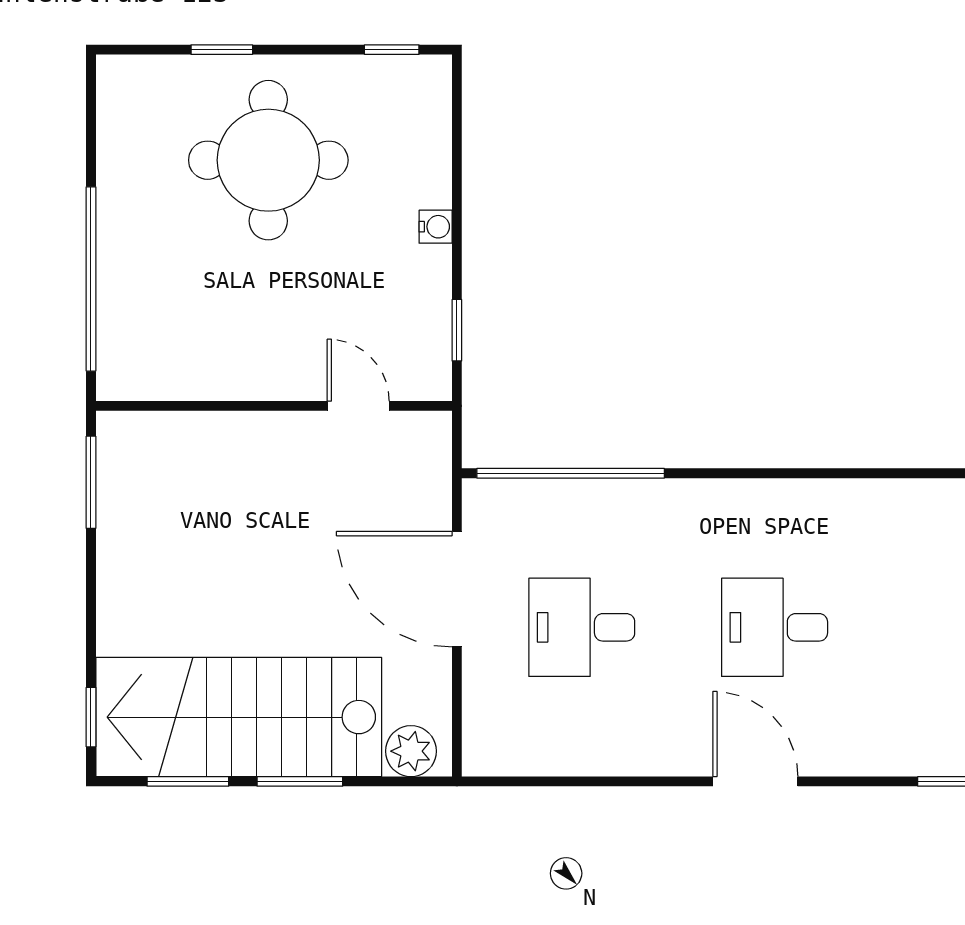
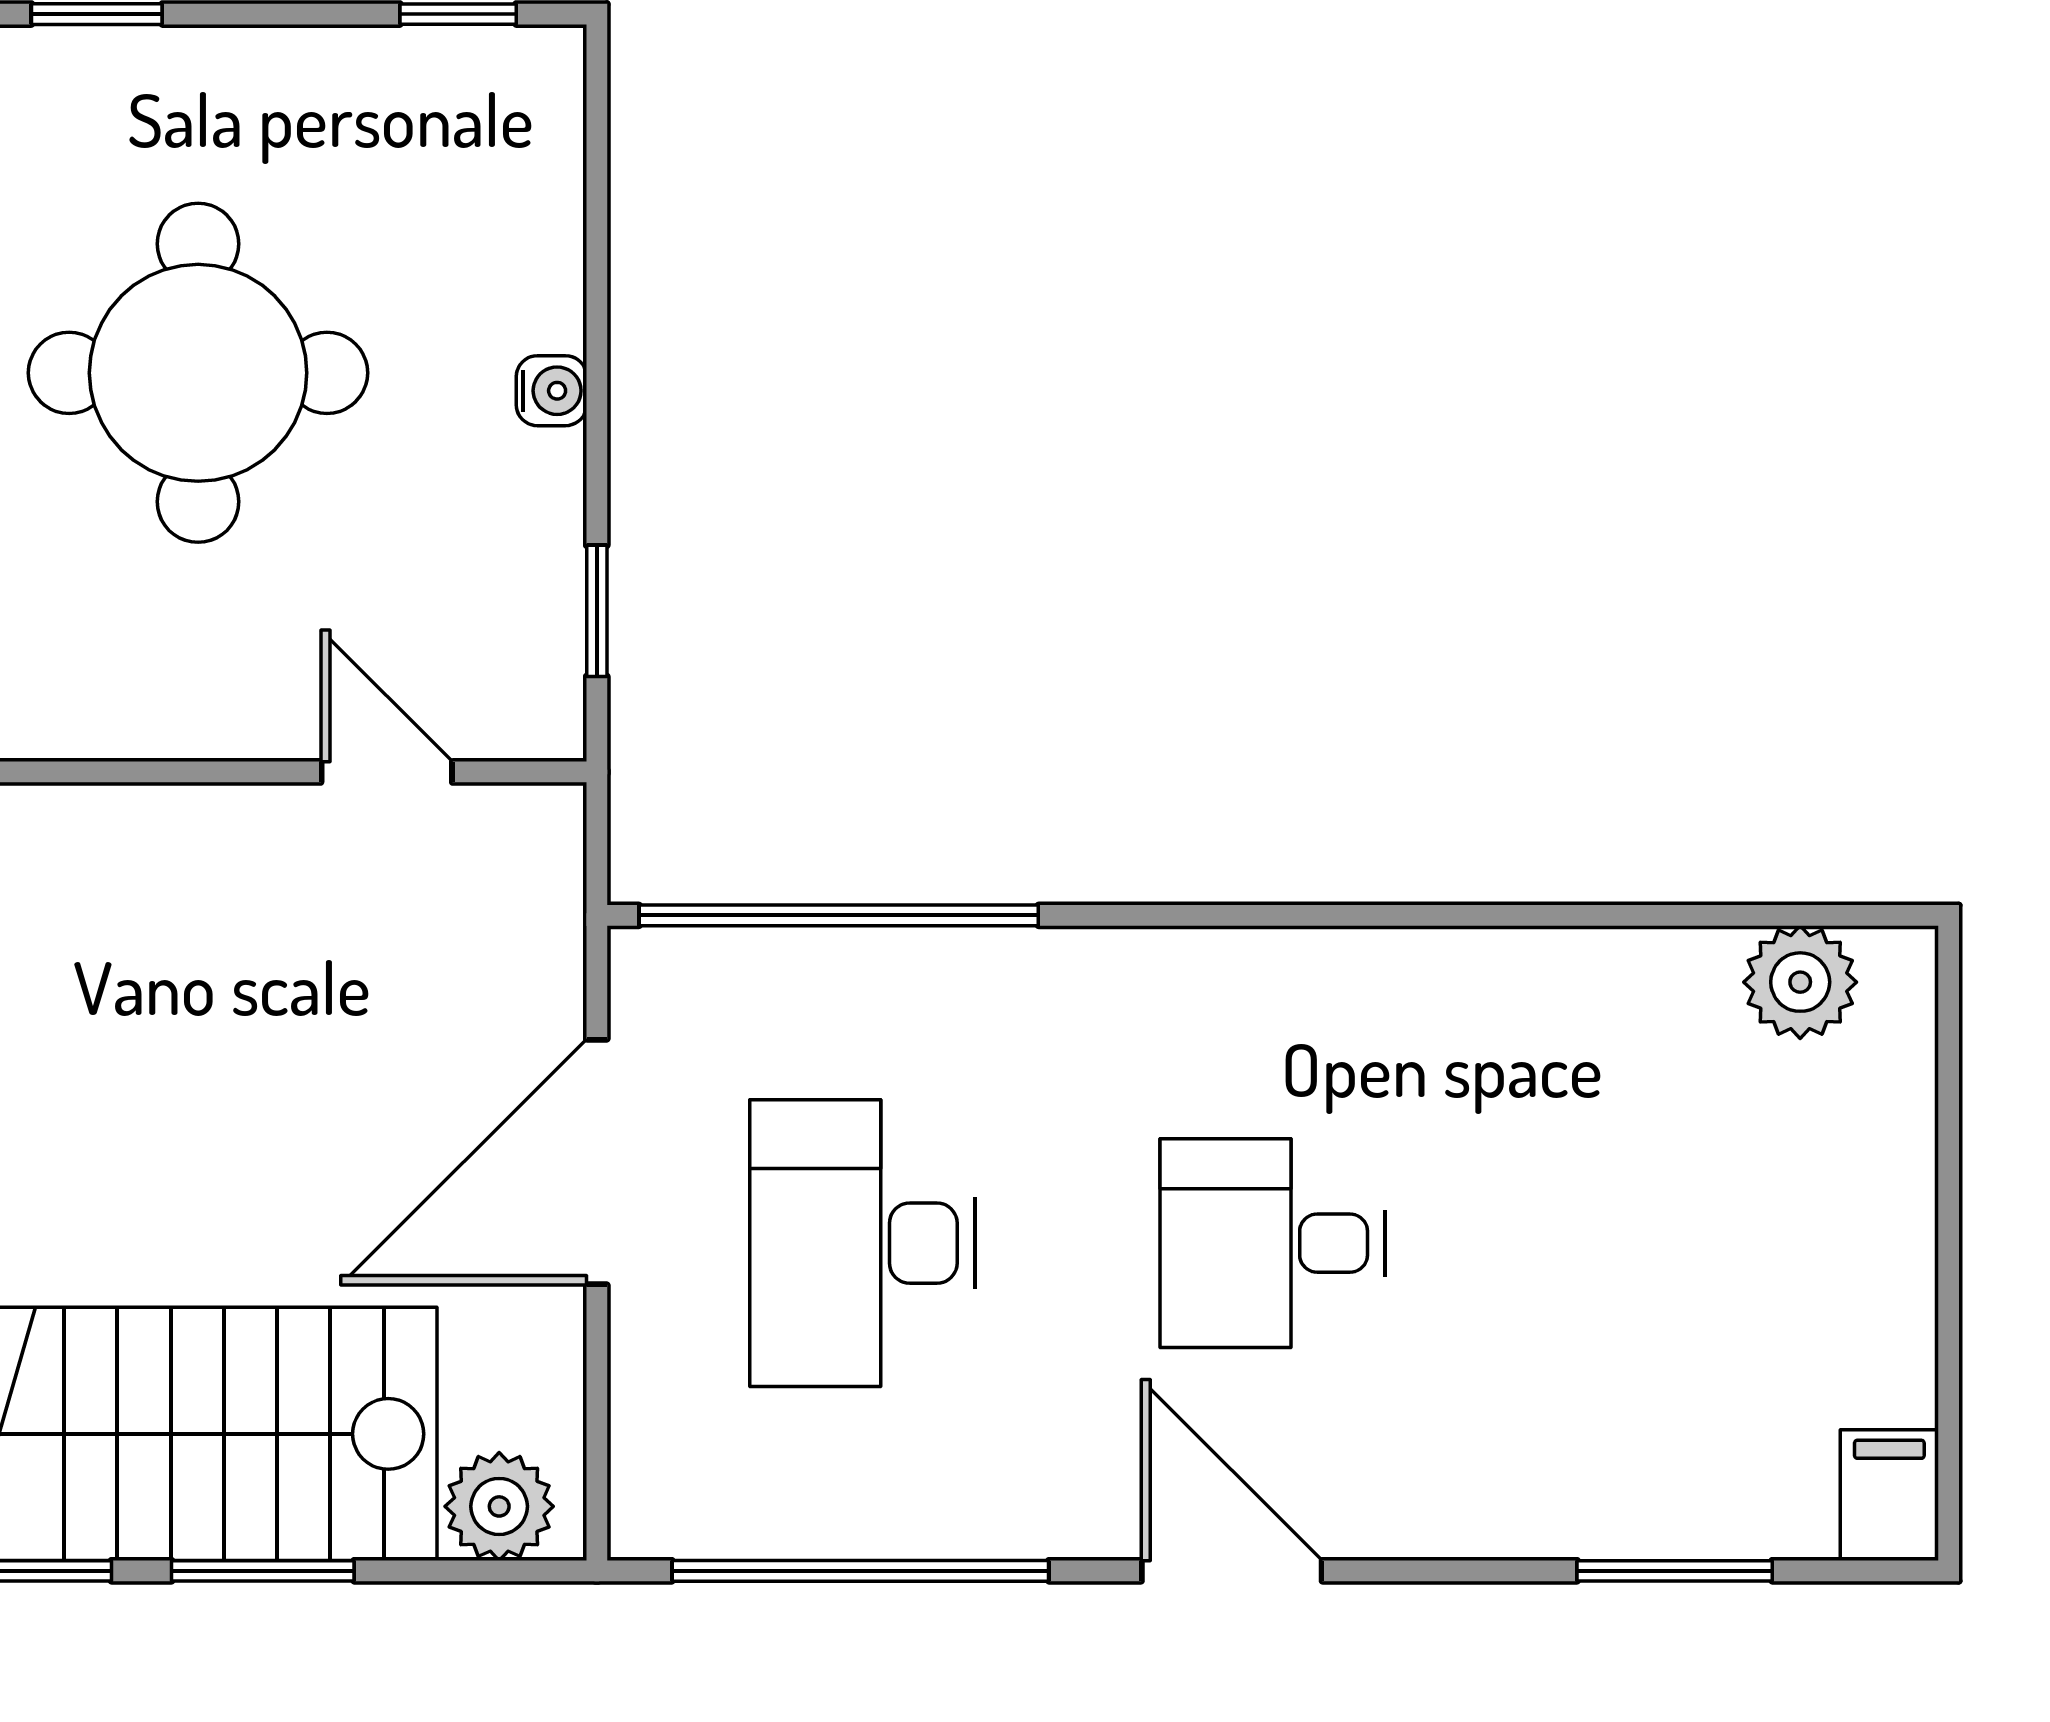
round table: (268, 160) -> (198, 373), moved
door: (457, 589) -> (597, 1162), hinge flipped
desk: (582, 627) -> (862, 1243), width x1.37
window: (581, 781) -> (860, 1571), added

